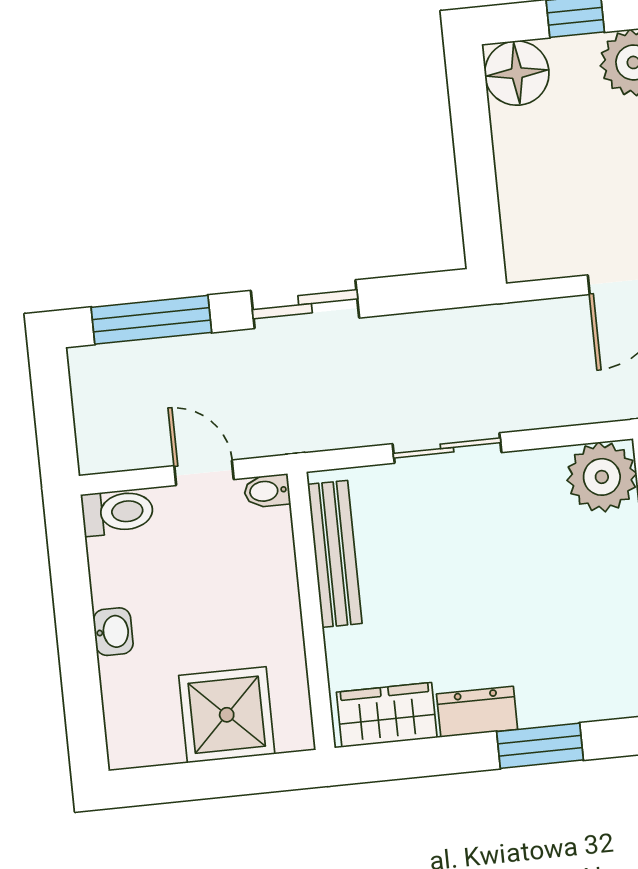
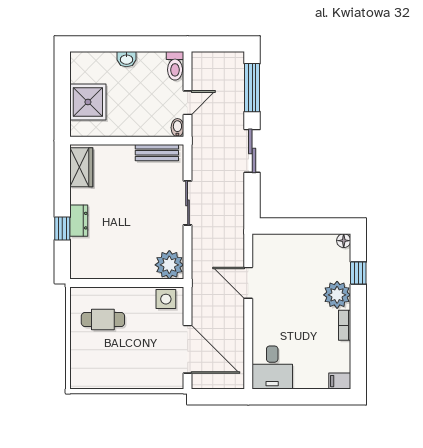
floor lamp: (517, 73) -> (344, 241), width x0.53, depth x0.53
bench: (335, 554) -> (157, 153), width x0.73
dresser: (477, 712) -> (79, 221), moved
window: (540, 746) -> (62, 228), width x0.67

